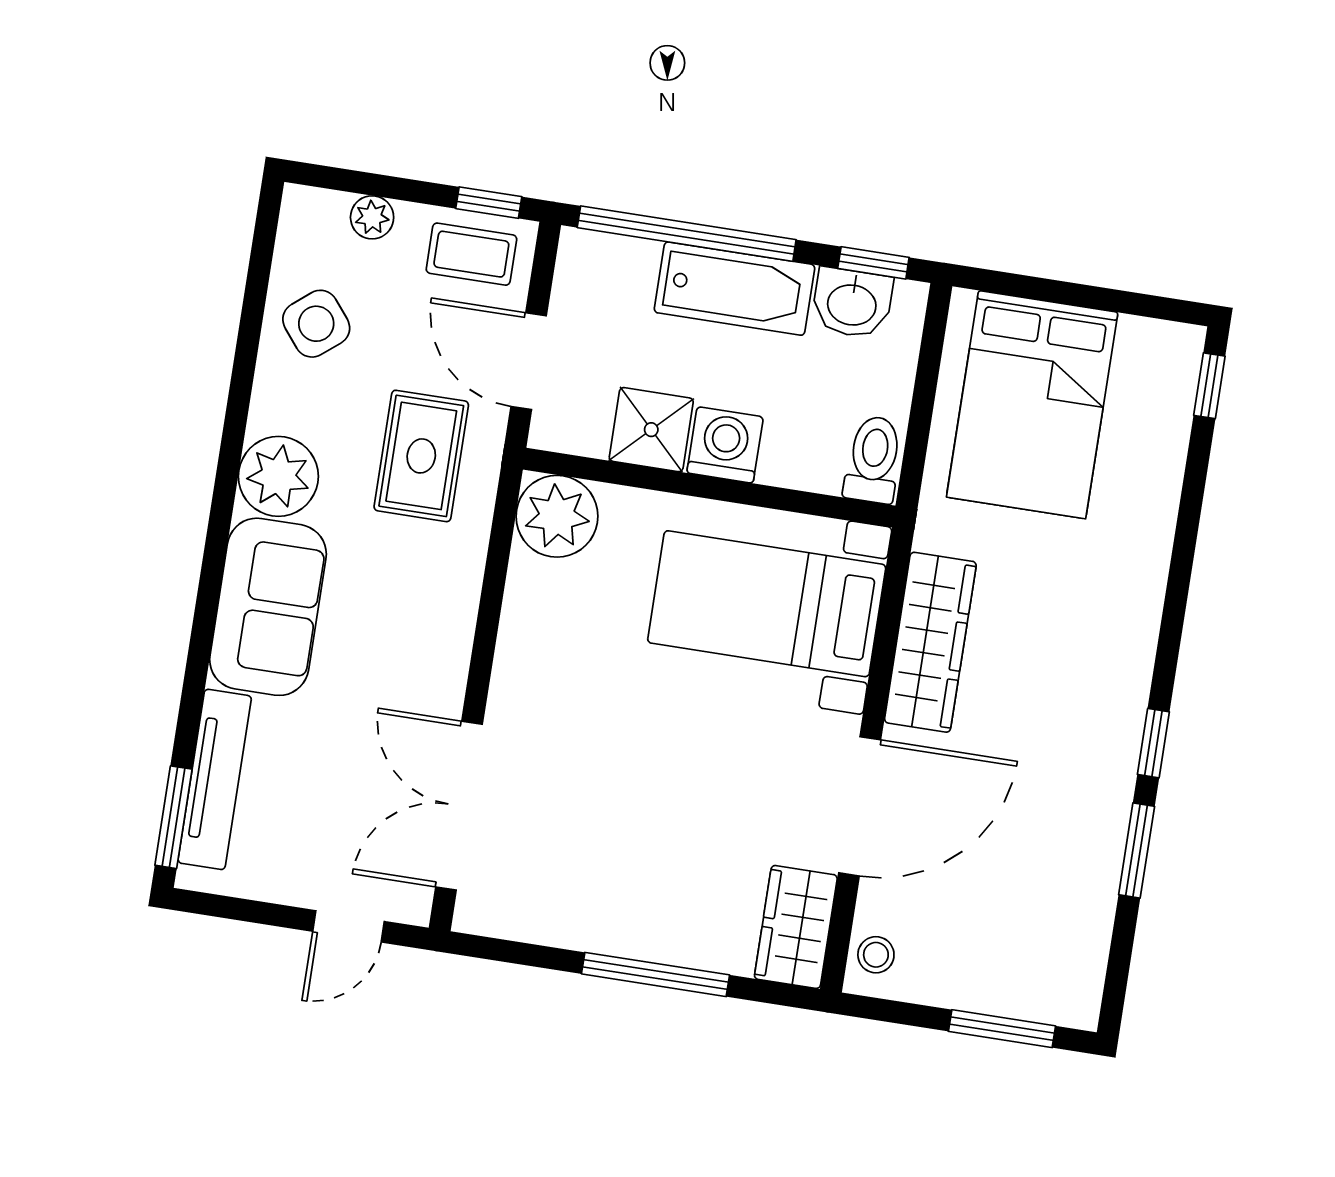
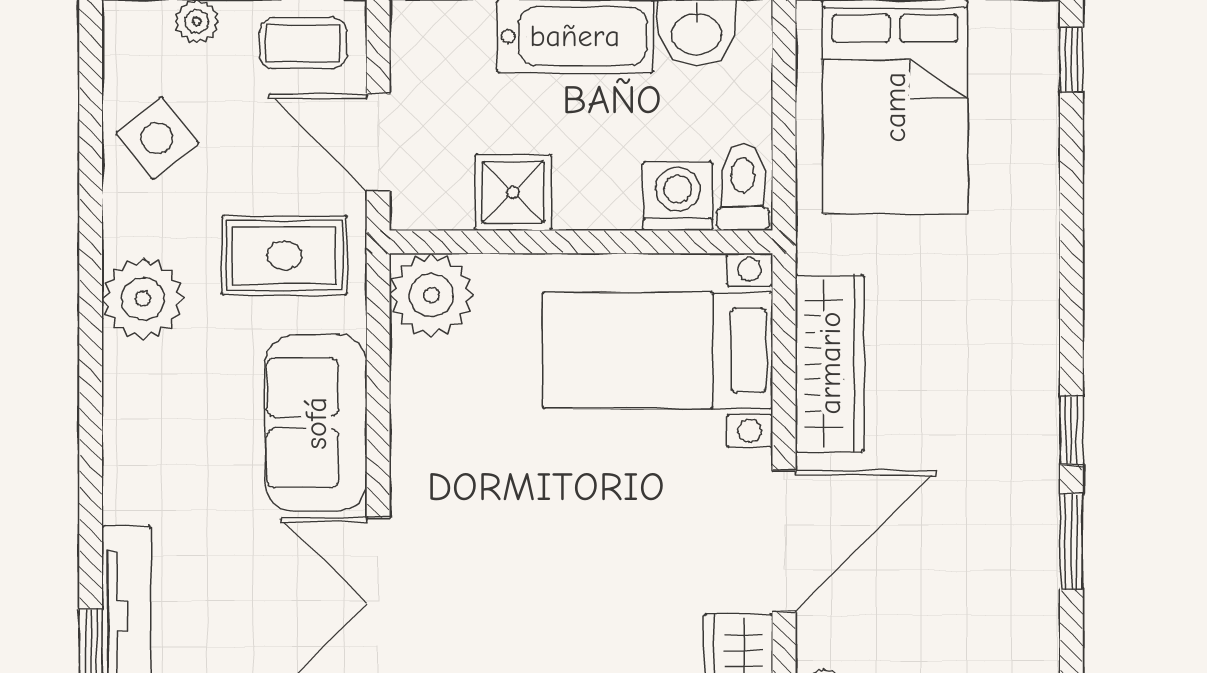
washing machine: (725, 445) -> (678, 196), moved
rug: (421, 456) -> (284, 255), turned 90
sofa: (268, 607) -> (316, 423), moved, turned 180

